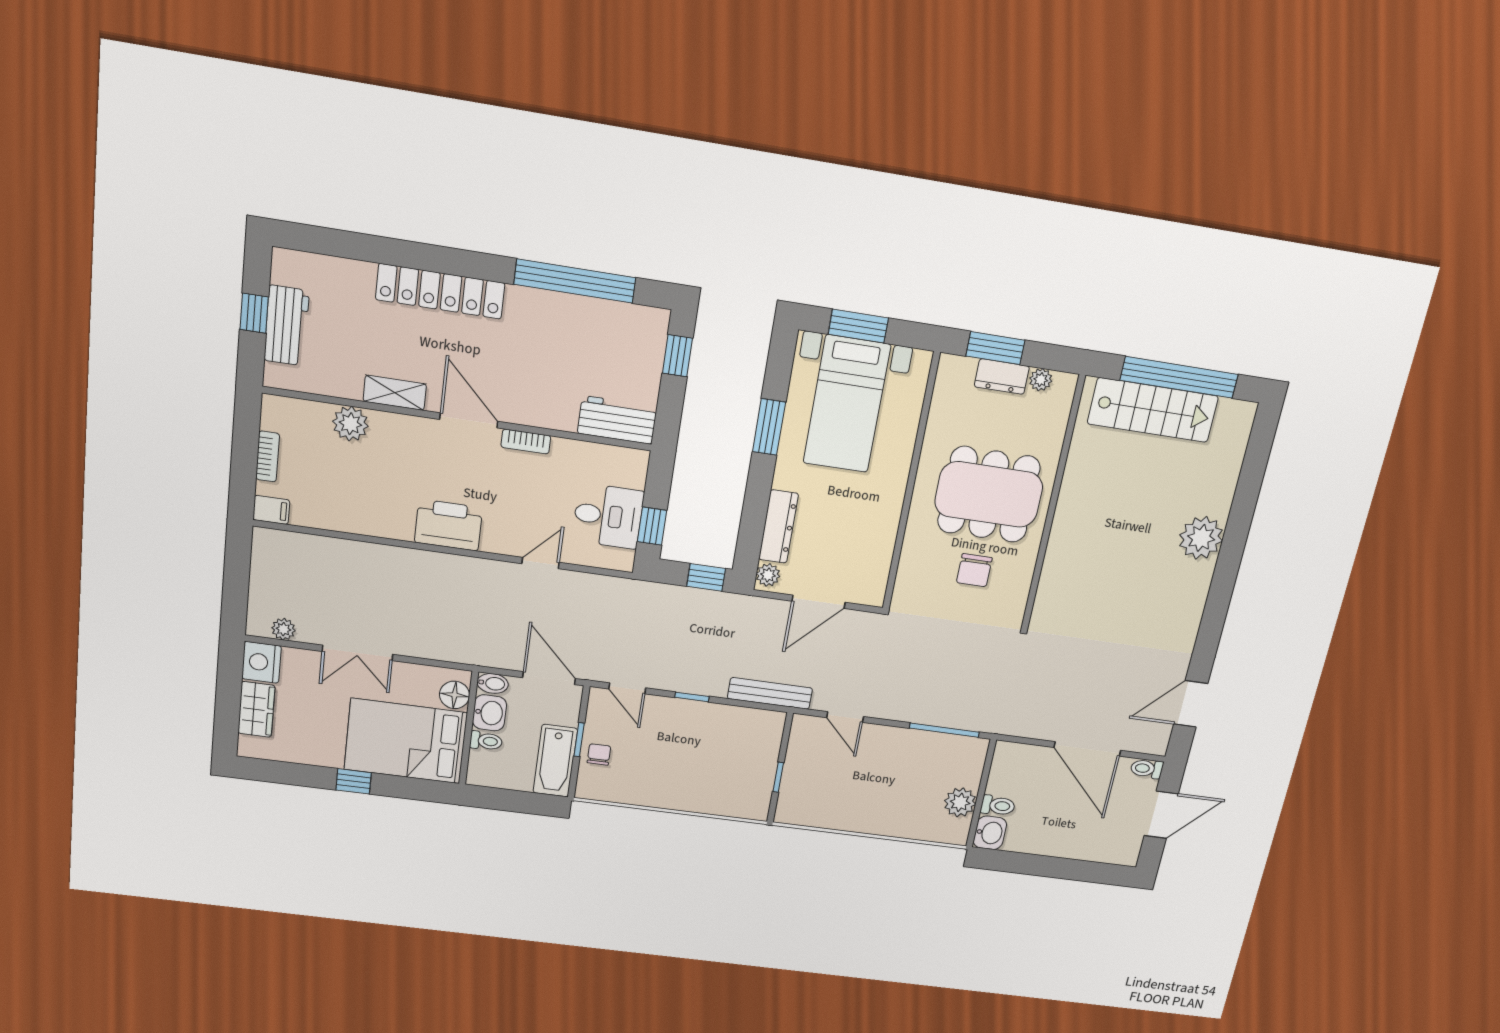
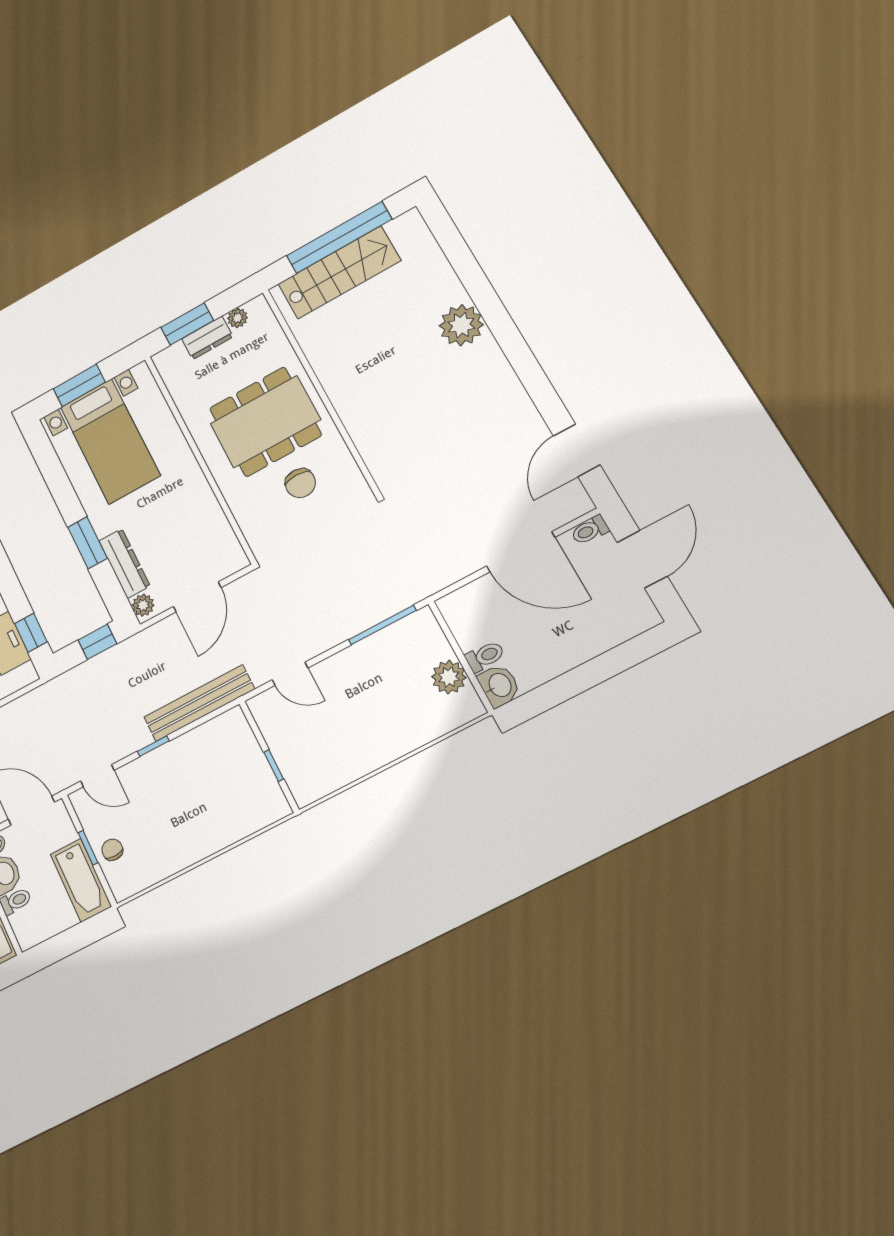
window: (769, 427) -> (87, 543), moved
bench: (770, 693) -> (199, 703), width x1.37, depth x1.21

